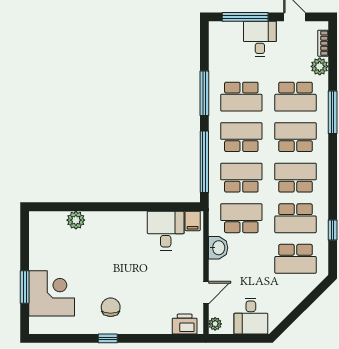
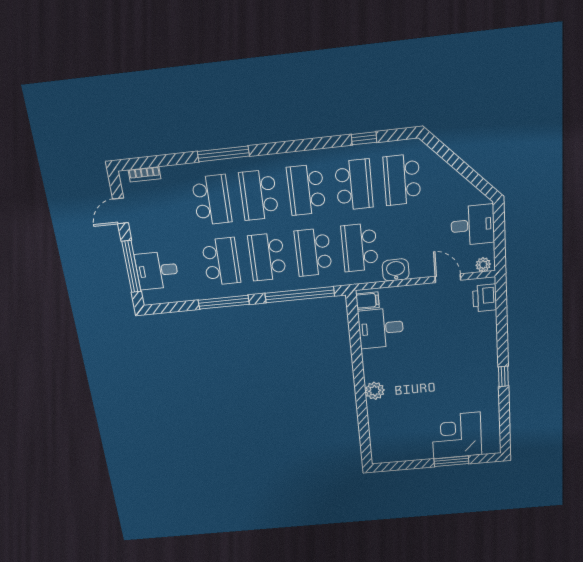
desk: (260, 39) -> (157, 270), moved
plant: (320, 66) -> (172, 175), removed
plant: (76, 220) -> (375, 391), moved
school desk: (296, 259) -> (402, 180), turned 180
chair: (111, 307) -> (469, 377), removed

